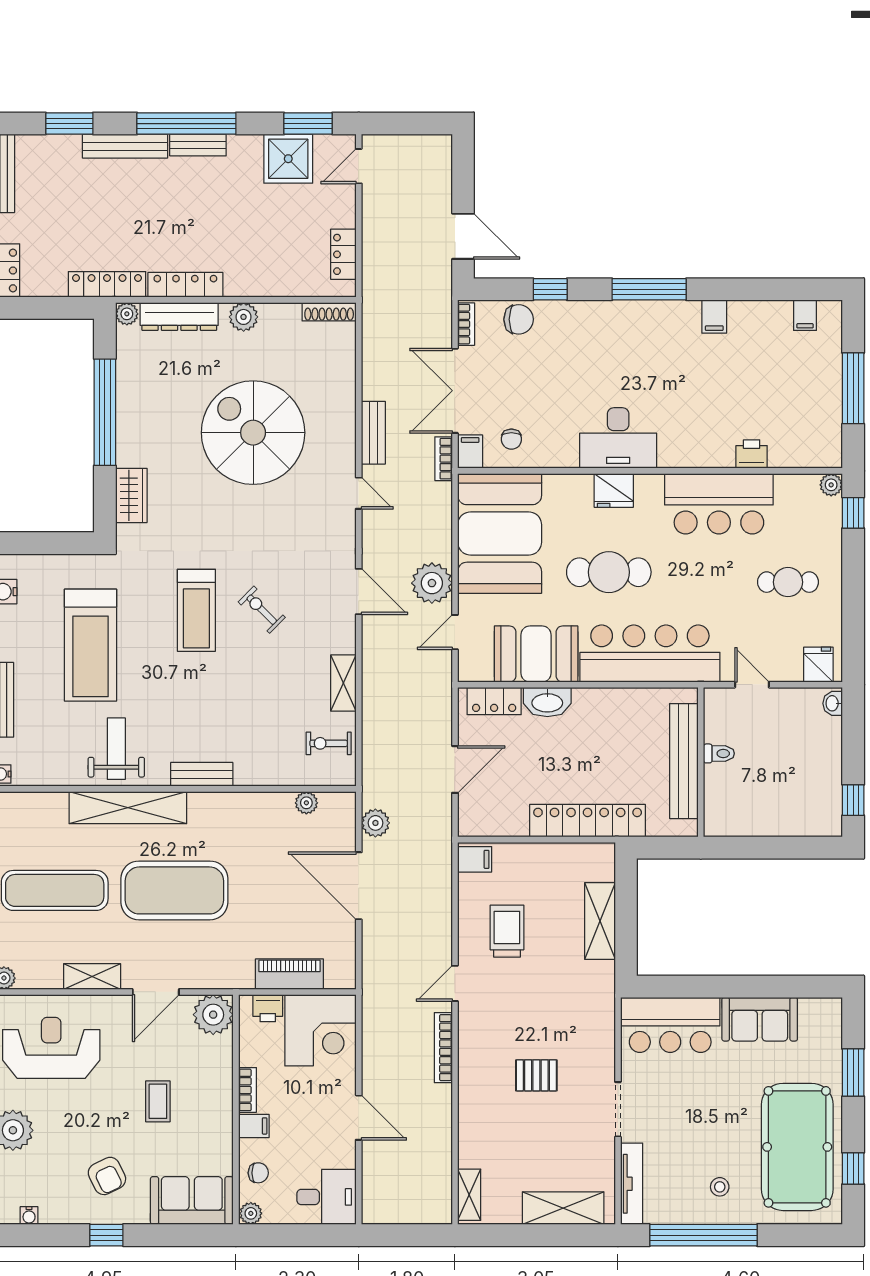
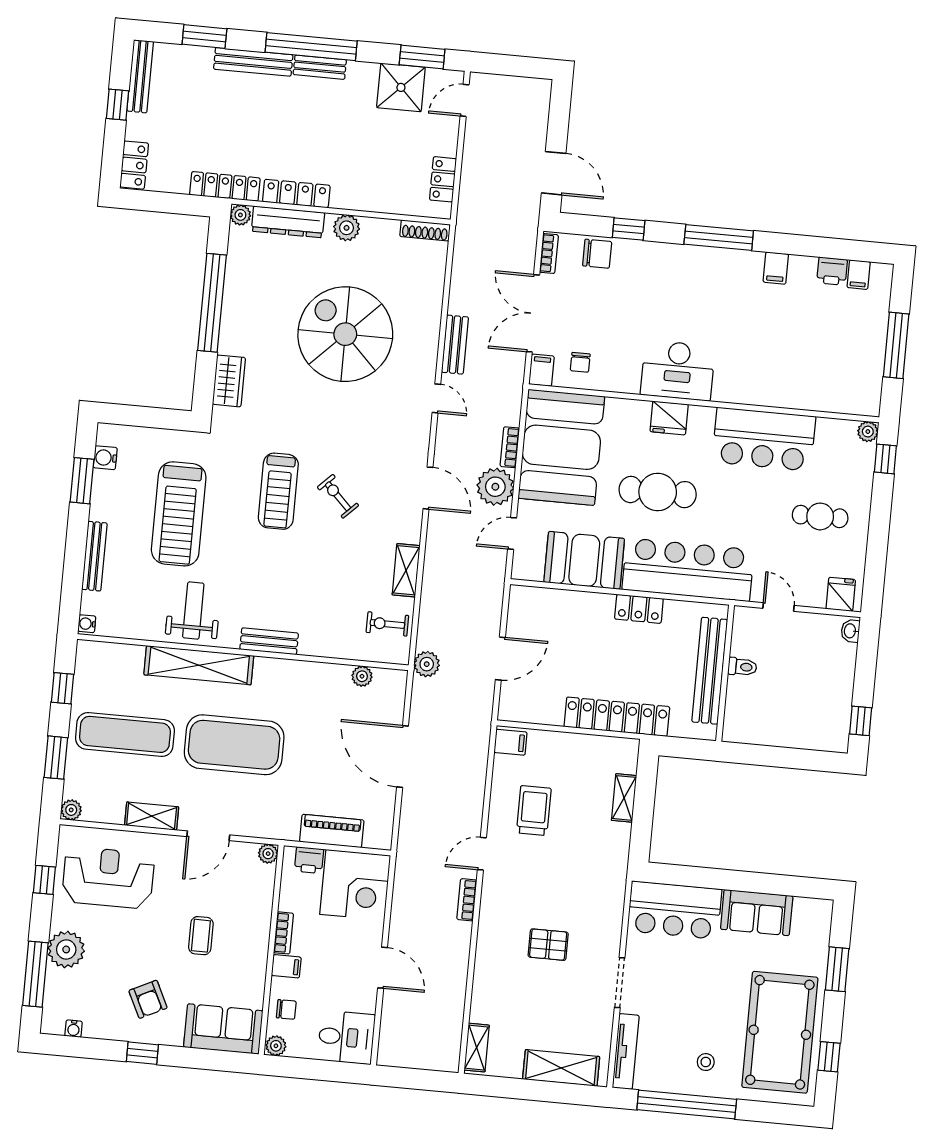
printer: (752, 454) -> (832, 271), moved, turned 180
bookcase: (444, 459) -> (510, 447), moved
locker: (494, 701) -> (639, 609), moved
washbasin: (547, 702) -> (590, 605), removed
plant: (375, 823) -> (427, 664), moved
shelving: (600, 921) -> (624, 798), width x0.67, depth x0.75
plant: (213, 1015) -> (268, 854), width x0.53, depth x0.53
bookcase: (443, 1048) -> (467, 900), width x0.64

